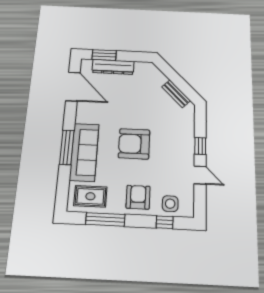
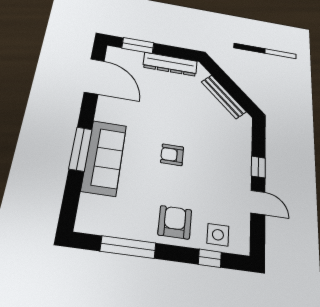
dresser: (113, 67) -> (170, 64), moved
bench: (176, 94) -> (224, 97), width x1.36
armchair: (134, 144) -> (172, 155), width x0.53, depth x0.53
rug: (90, 196) -> (109, 215), removed

